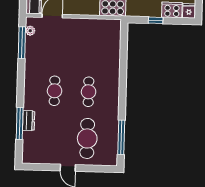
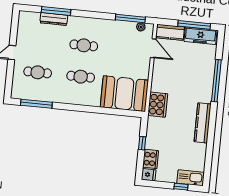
booth: (103, 43) -> (124, 94), added
dresser: (29, 121) -> (54, 19), width x1.44
cafe table: (87, 138) -> (38, 72), width x0.73, depth x0.74

